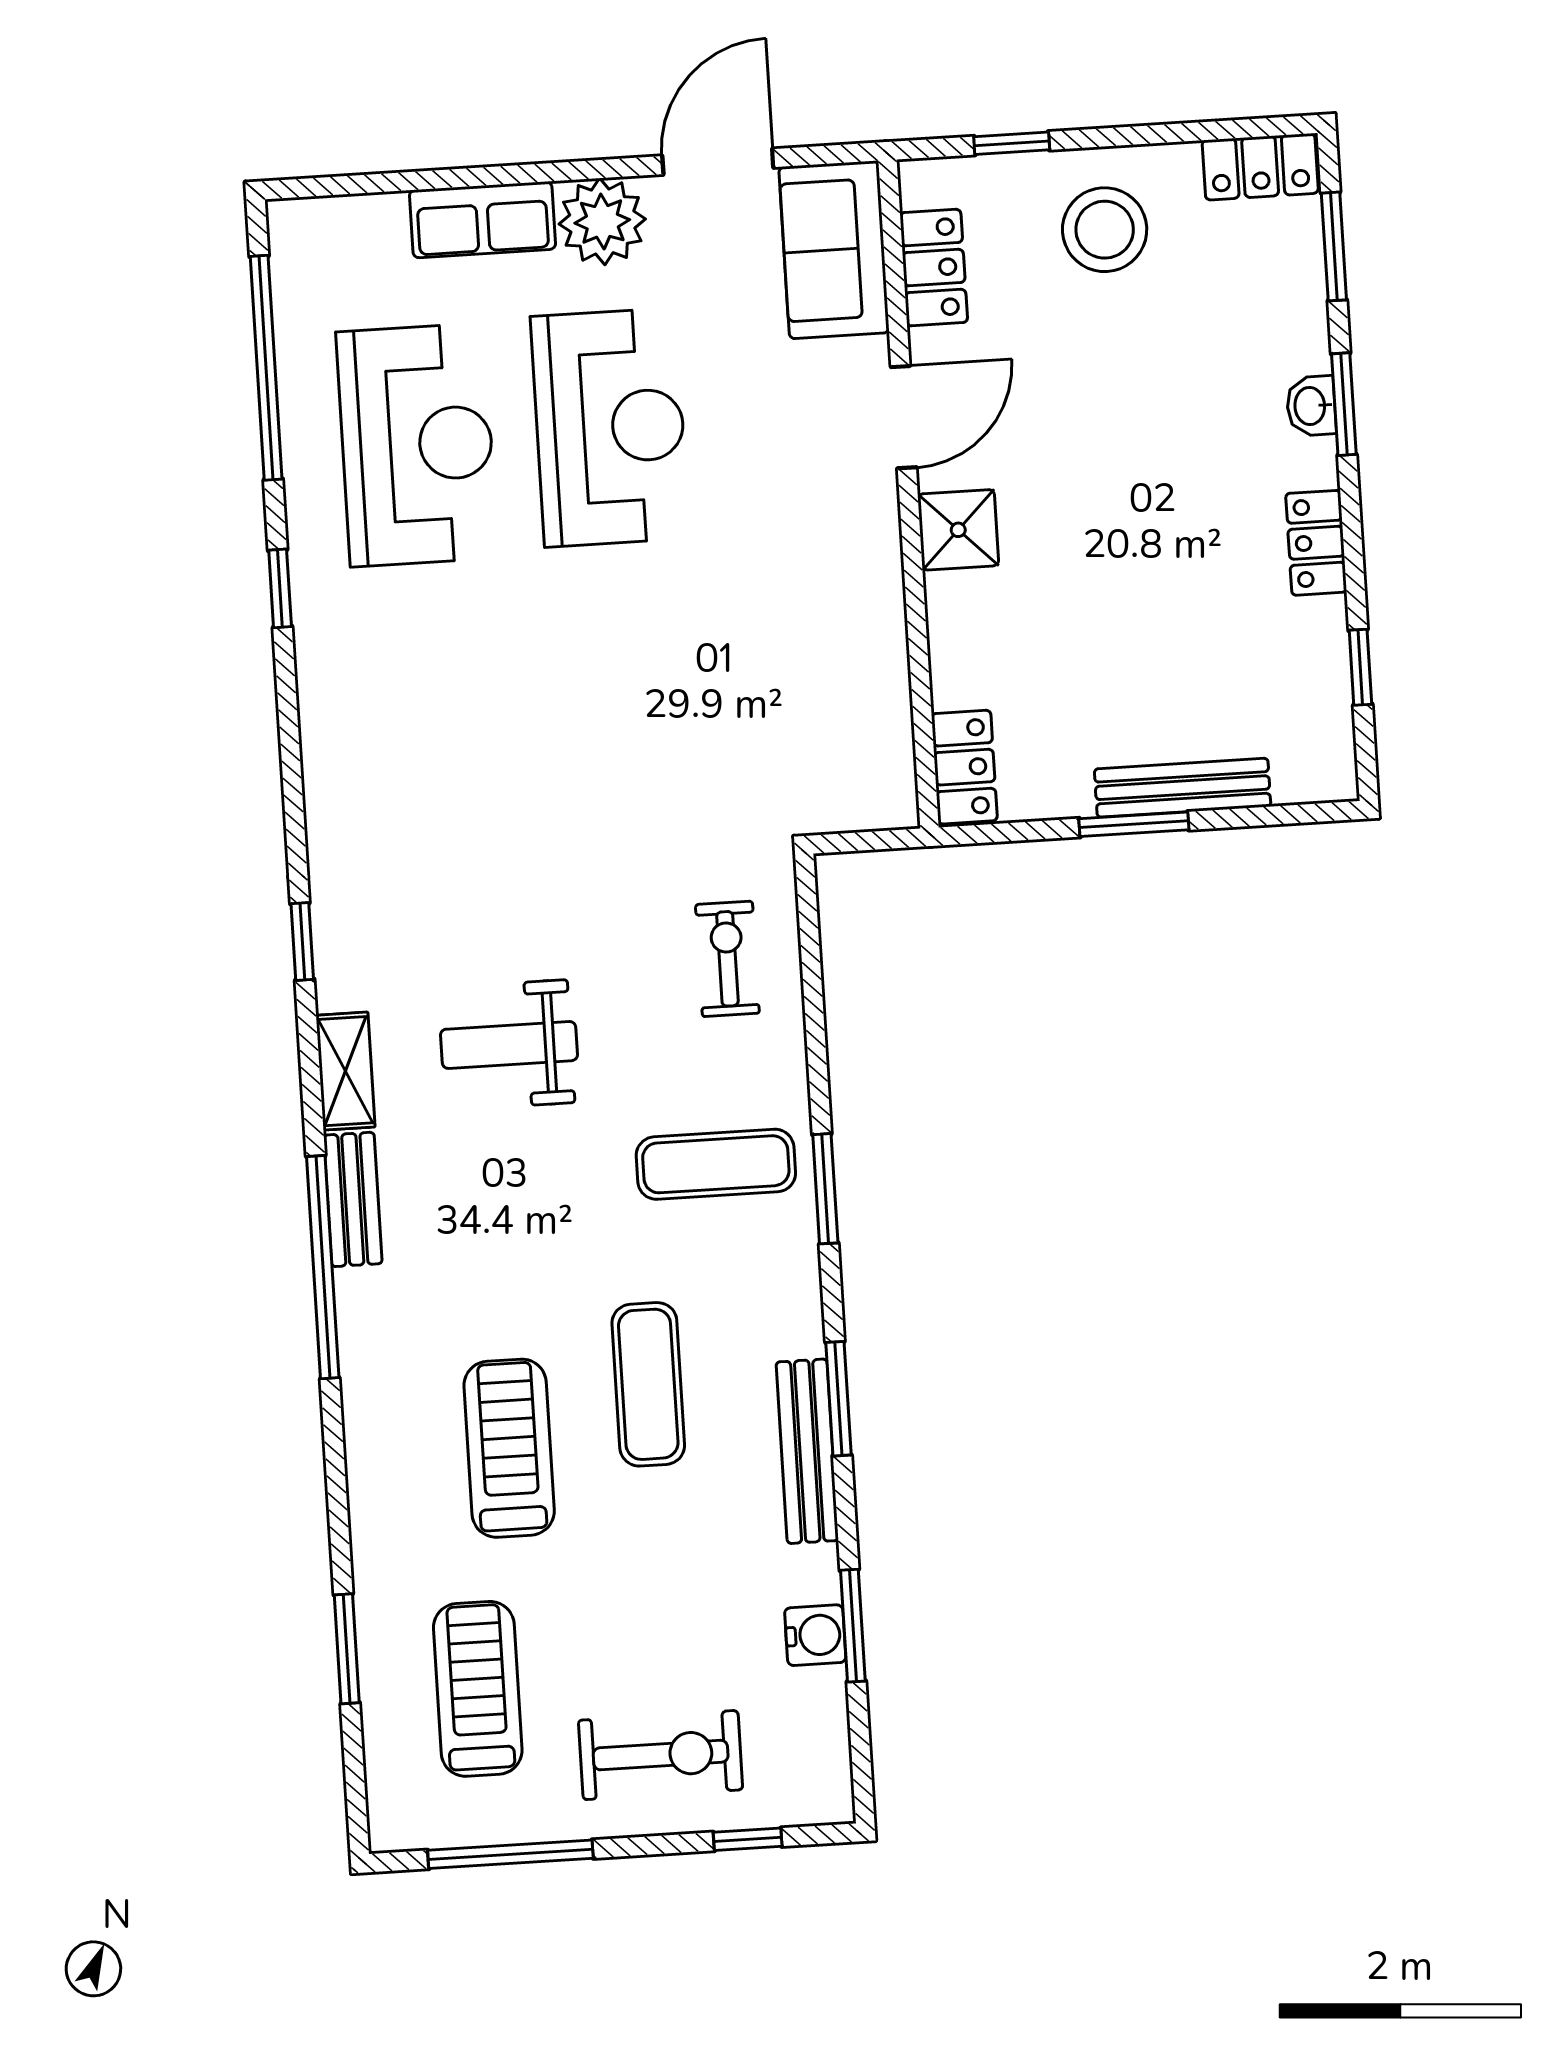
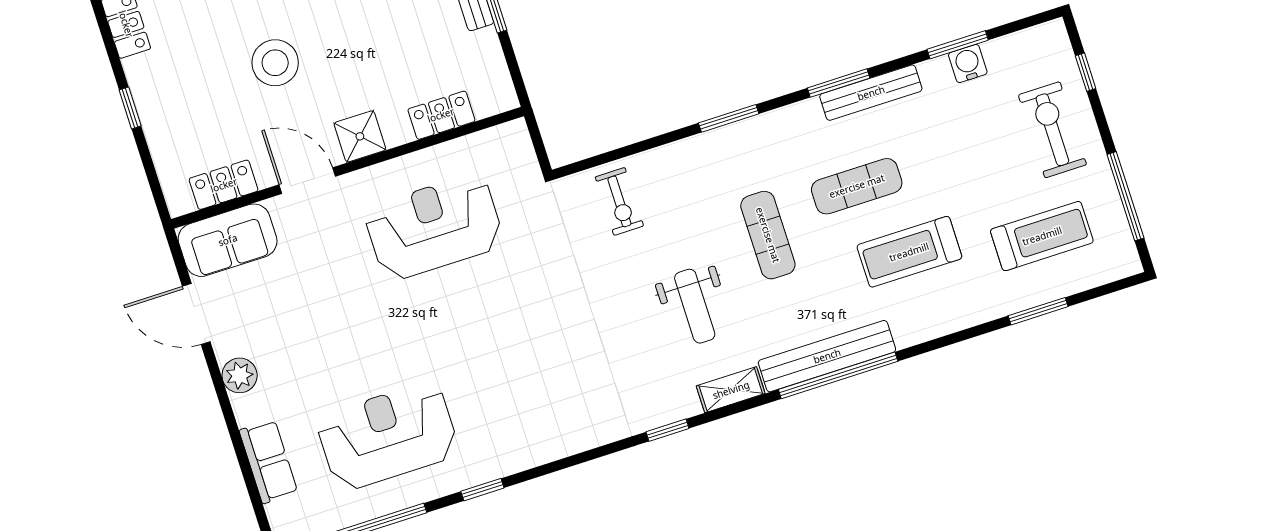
window: (1012, 143) -> (130, 108), moved
row of seats: (482, 220) -> (268, 461), moved
plant: (602, 221) -> (240, 375), width x0.73, depth x0.73
stool: (1105, 230) -> (275, 63), moved
reception desk: (610, 427) -> (434, 227), moved
locker: (964, 767) -> (441, 115), moved
exercise bike: (727, 959) -> (619, 201), turned -90
exercise mat: (716, 1164) -> (768, 235), moved
bench: (353, 1199) -> (827, 356), width x1.86, depth x1.21
treadmill: (478, 1689) -> (1042, 236), turned 180

